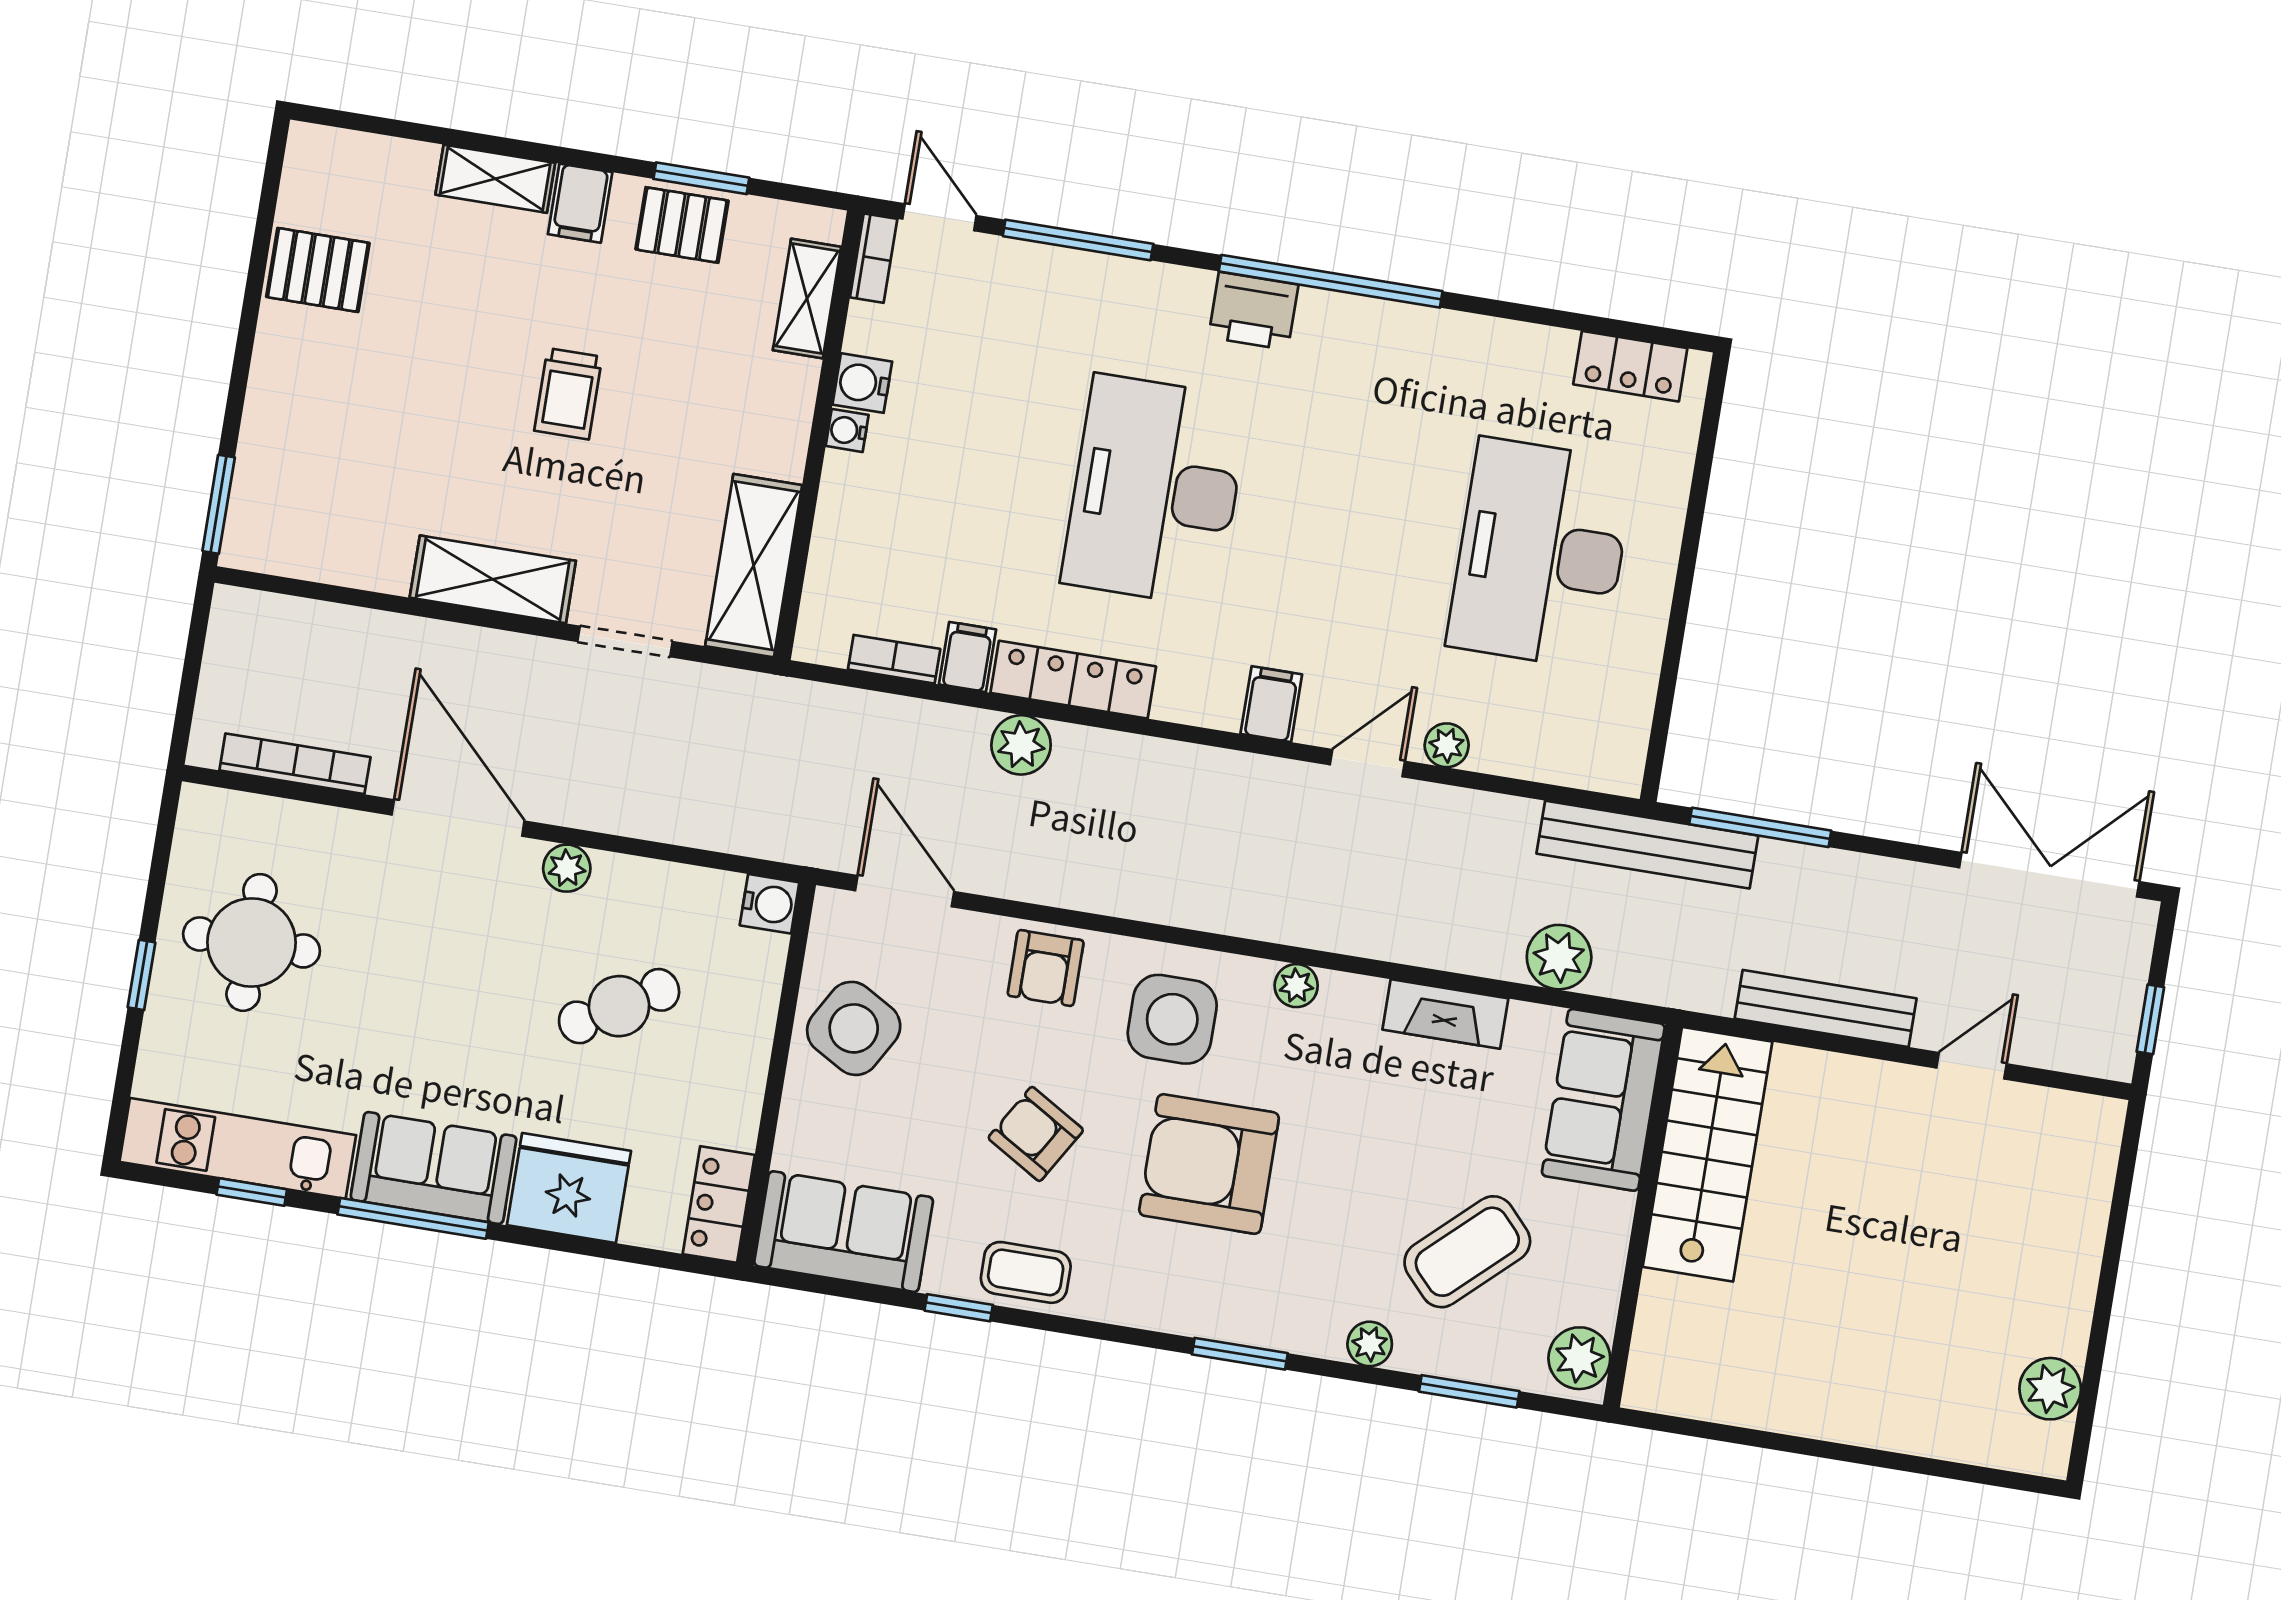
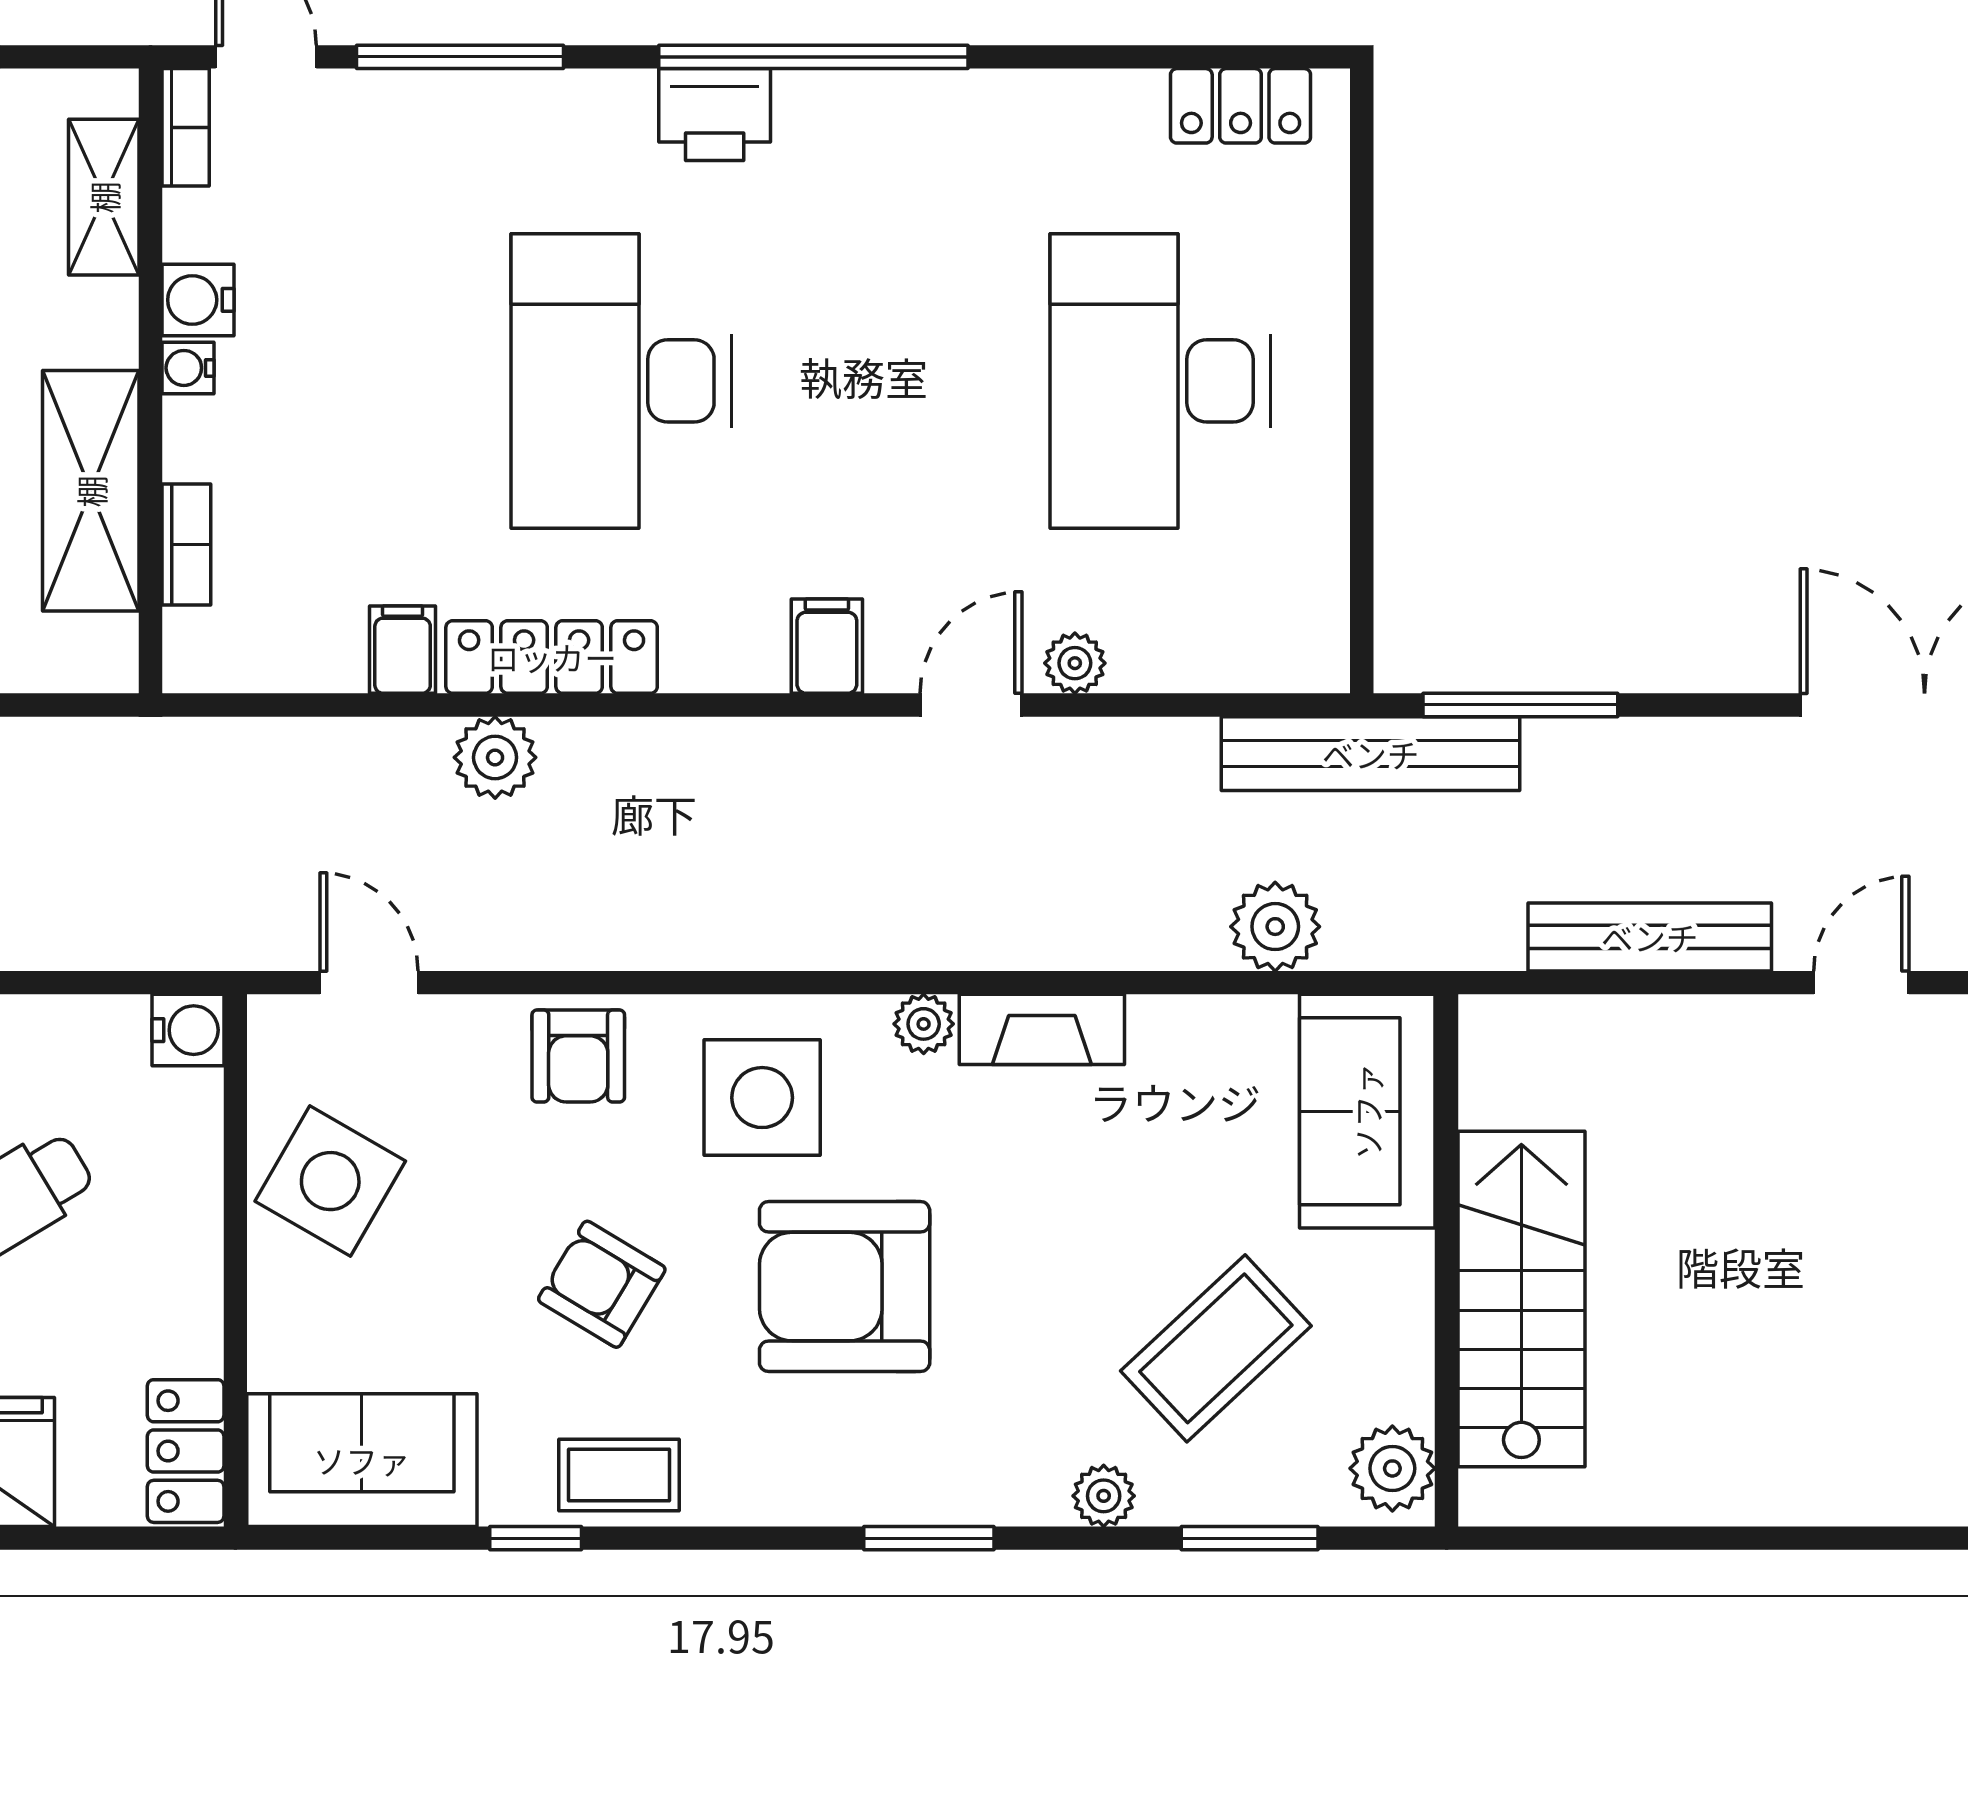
shelving: (754, 566) -> (91, 491), moved
bookcase: (894, 659) -> (186, 545), moved, turned 90
door: (905, 891) -> (369, 983), width x0.73
fireplace: (1445, 1014) -> (1042, 1029), moved
stairs: (1707, 1154) -> (1521, 1299), moved

